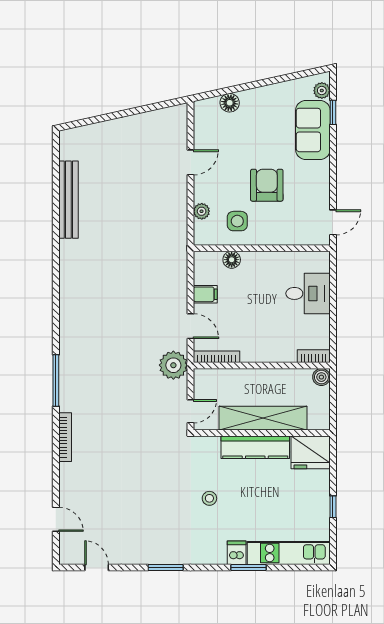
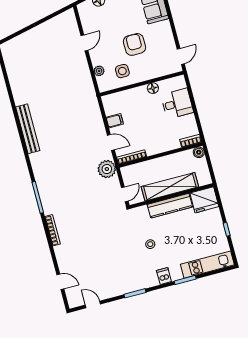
bench: (68, 200) -> (28, 129), moved
floor lamp: (232, 260) -> (153, 88), moved
dishwasher: (237, 553) -> (164, 276), moved

